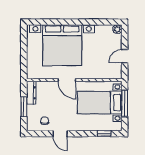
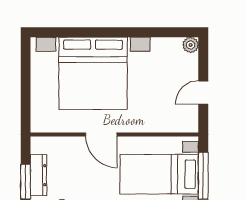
dresser: (31, 93) -> (38, 175), moved

